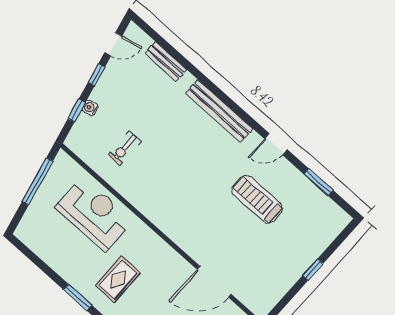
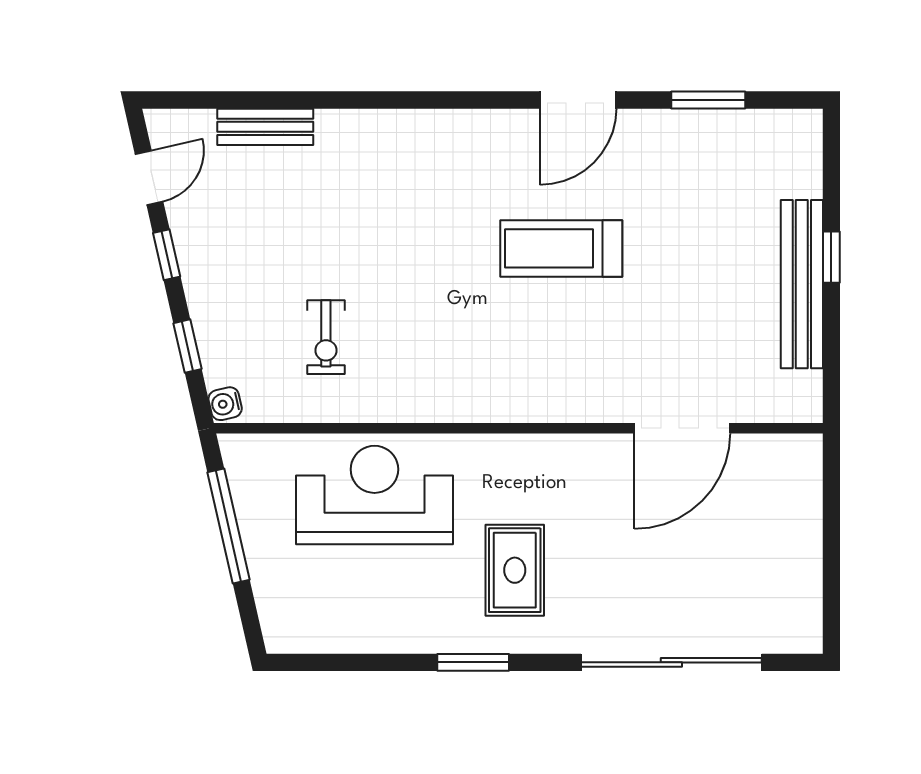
water cooler: (90, 108) -> (225, 404), moved
bench: (219, 111) -> (802, 284), moved, turned 90
door: (276, 144) -> (578, 100), width x1.38
treadmill: (257, 199) -> (561, 248), moved

